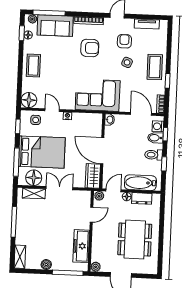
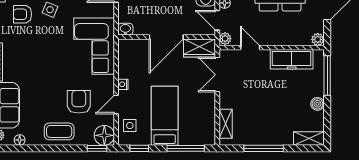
window: (22, 33) -> (97, 148), moved
armchair: (90, 48) -> (79, 102), moved
bed: (42, 152) -> (165, 116), width x0.67
floor lamp: (34, 178) -> (205, 125), removed
double door: (59, 188) -> (217, 75), moved

